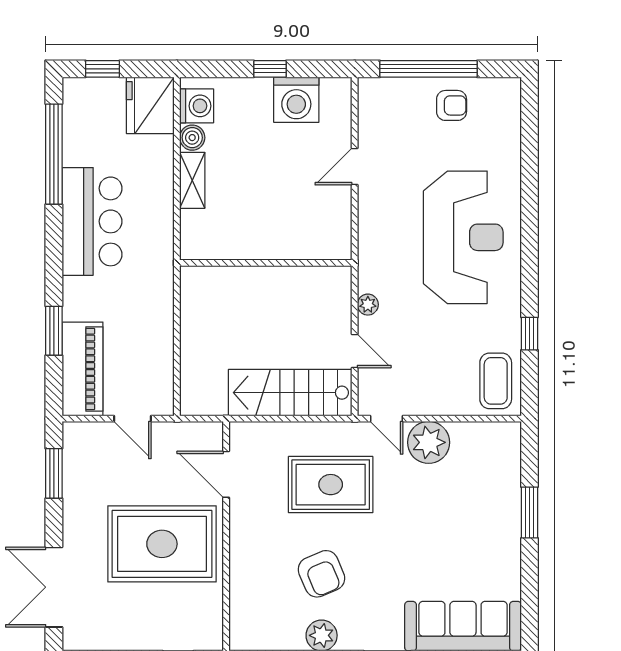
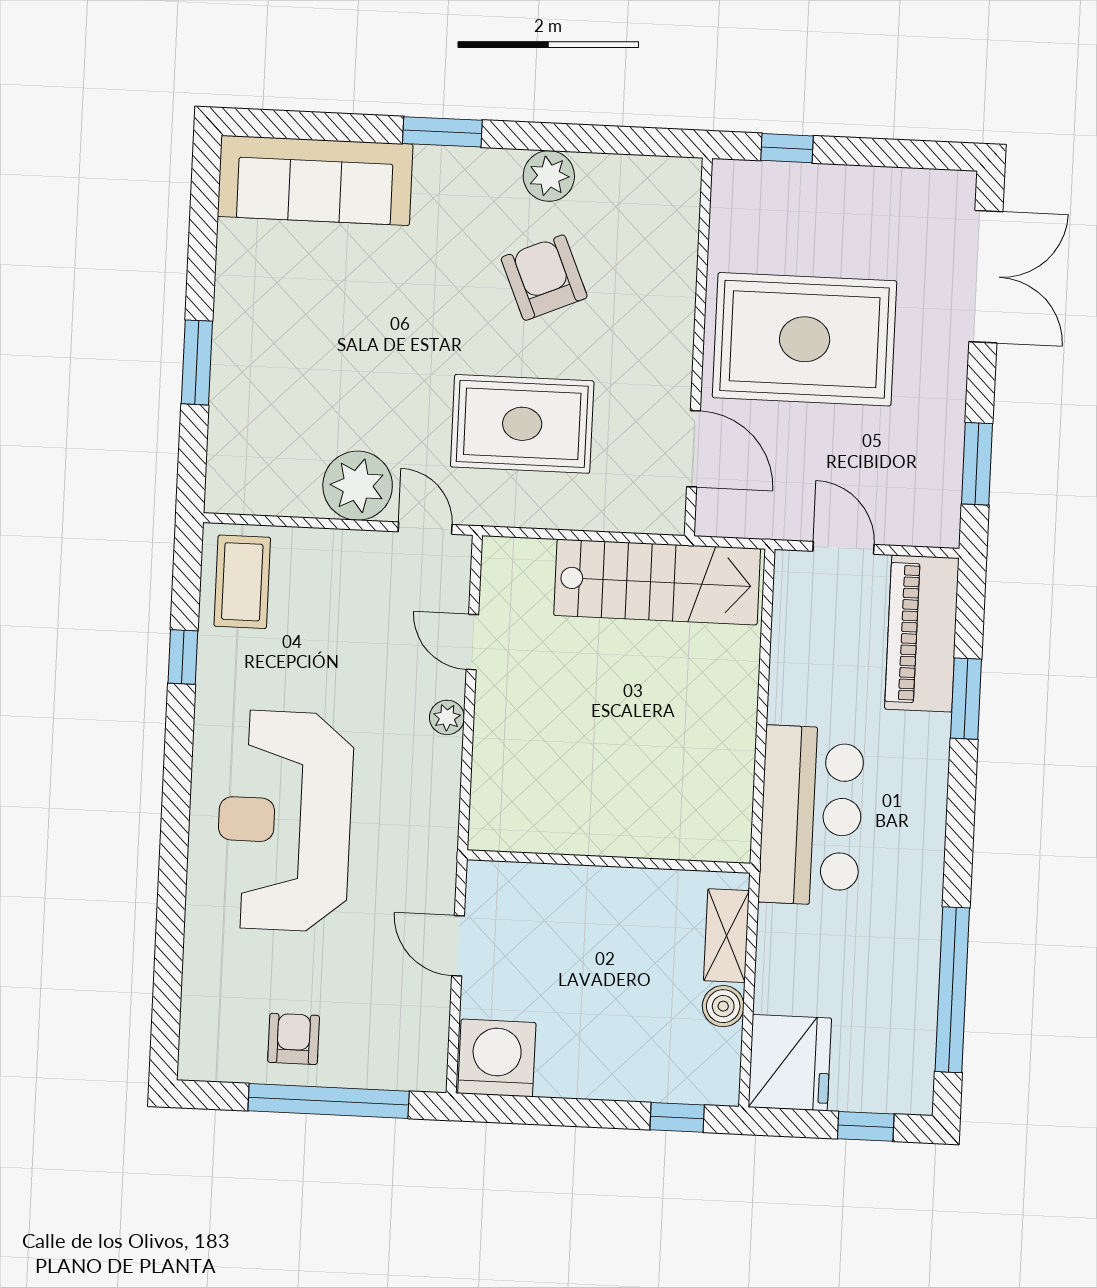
window: (270, 69) -> (677, 1117), moved
washing machine: (296, 100) -> (497, 1058), moved
armchair: (452, 105) -> (294, 1039), turned 90
washing machine: (197, 106) -> (714, 1058), removed
door: (355, 167) -> (458, 946), swing flipped
bar counter: (92, 221) -> (811, 816), moved, turned 180
wall: (266, 263) -> (609, 862), moved
stairs: (290, 393) -> (657, 582), moved

